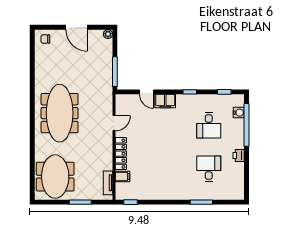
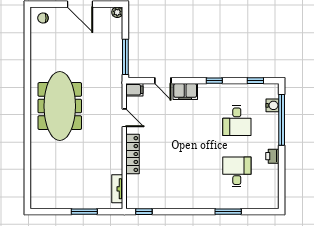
door: (114, 123) -> (124, 118), hinge flipped
meeting table: (55, 177) -> (55, 181), removed
filing cabinet: (122, 177) -> (134, 90), moved

